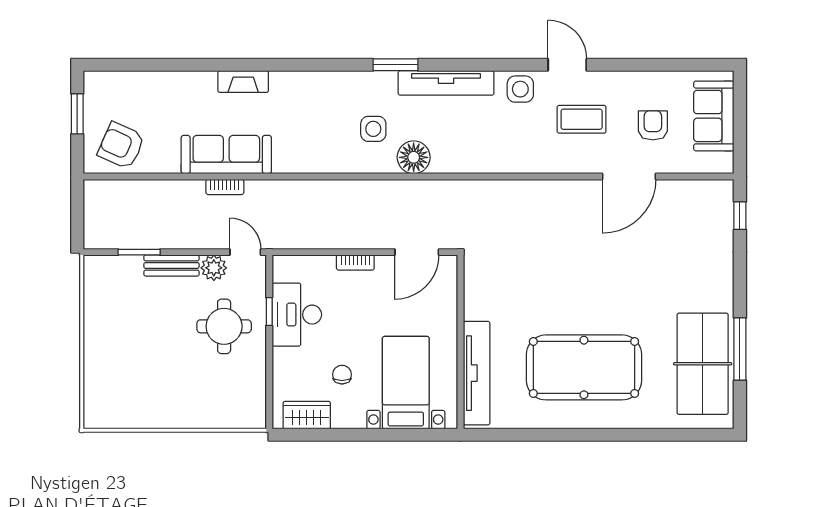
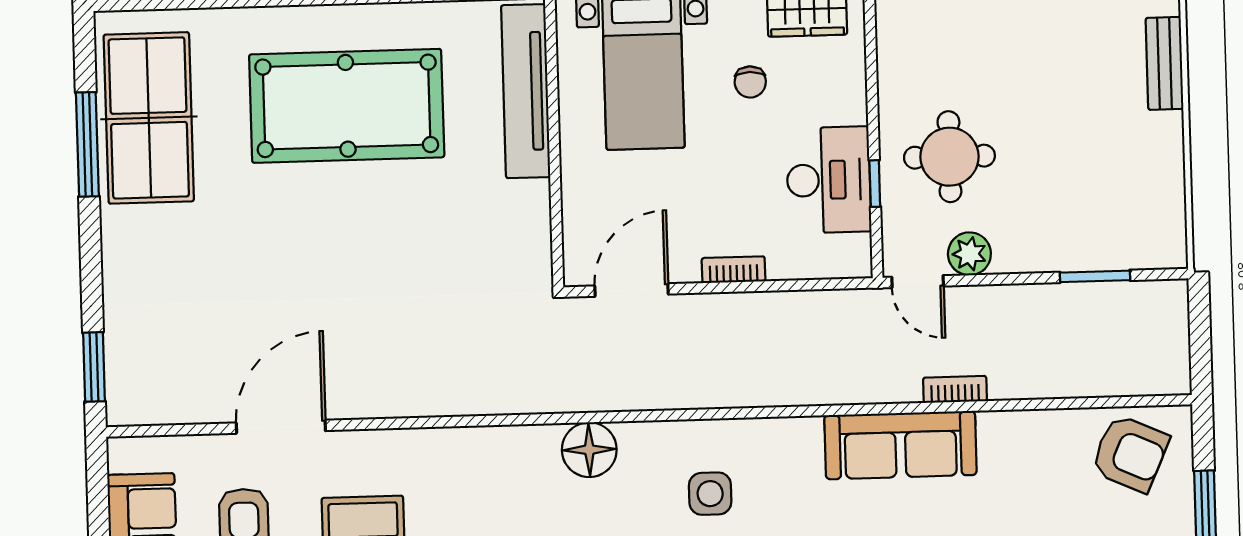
sofa: (226, 155) -> (900, 445), moved
floor lamp: (414, 157) -> (589, 450), moved
window: (740, 216) -> (94, 367), width x1.50
bench: (171, 265) -> (1165, 63), moved, turned 90

